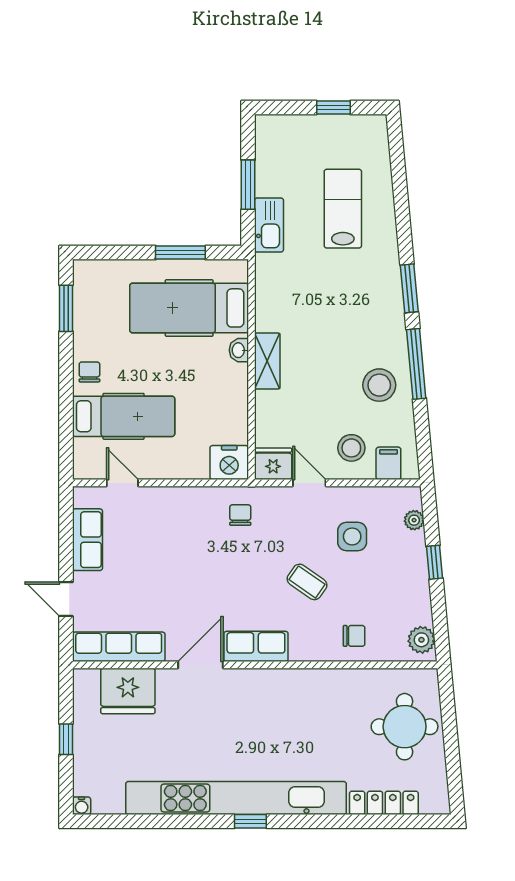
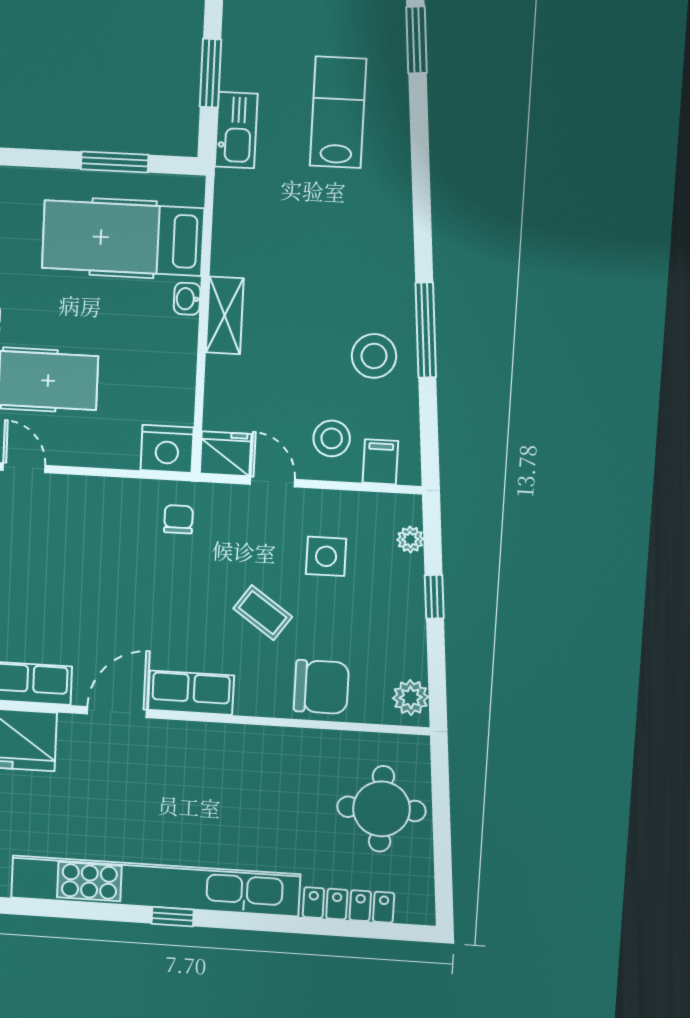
window: (409, 288) -> (416, 40), moved
chair: (354, 636) -> (321, 687), width x1.87, depth x1.87

